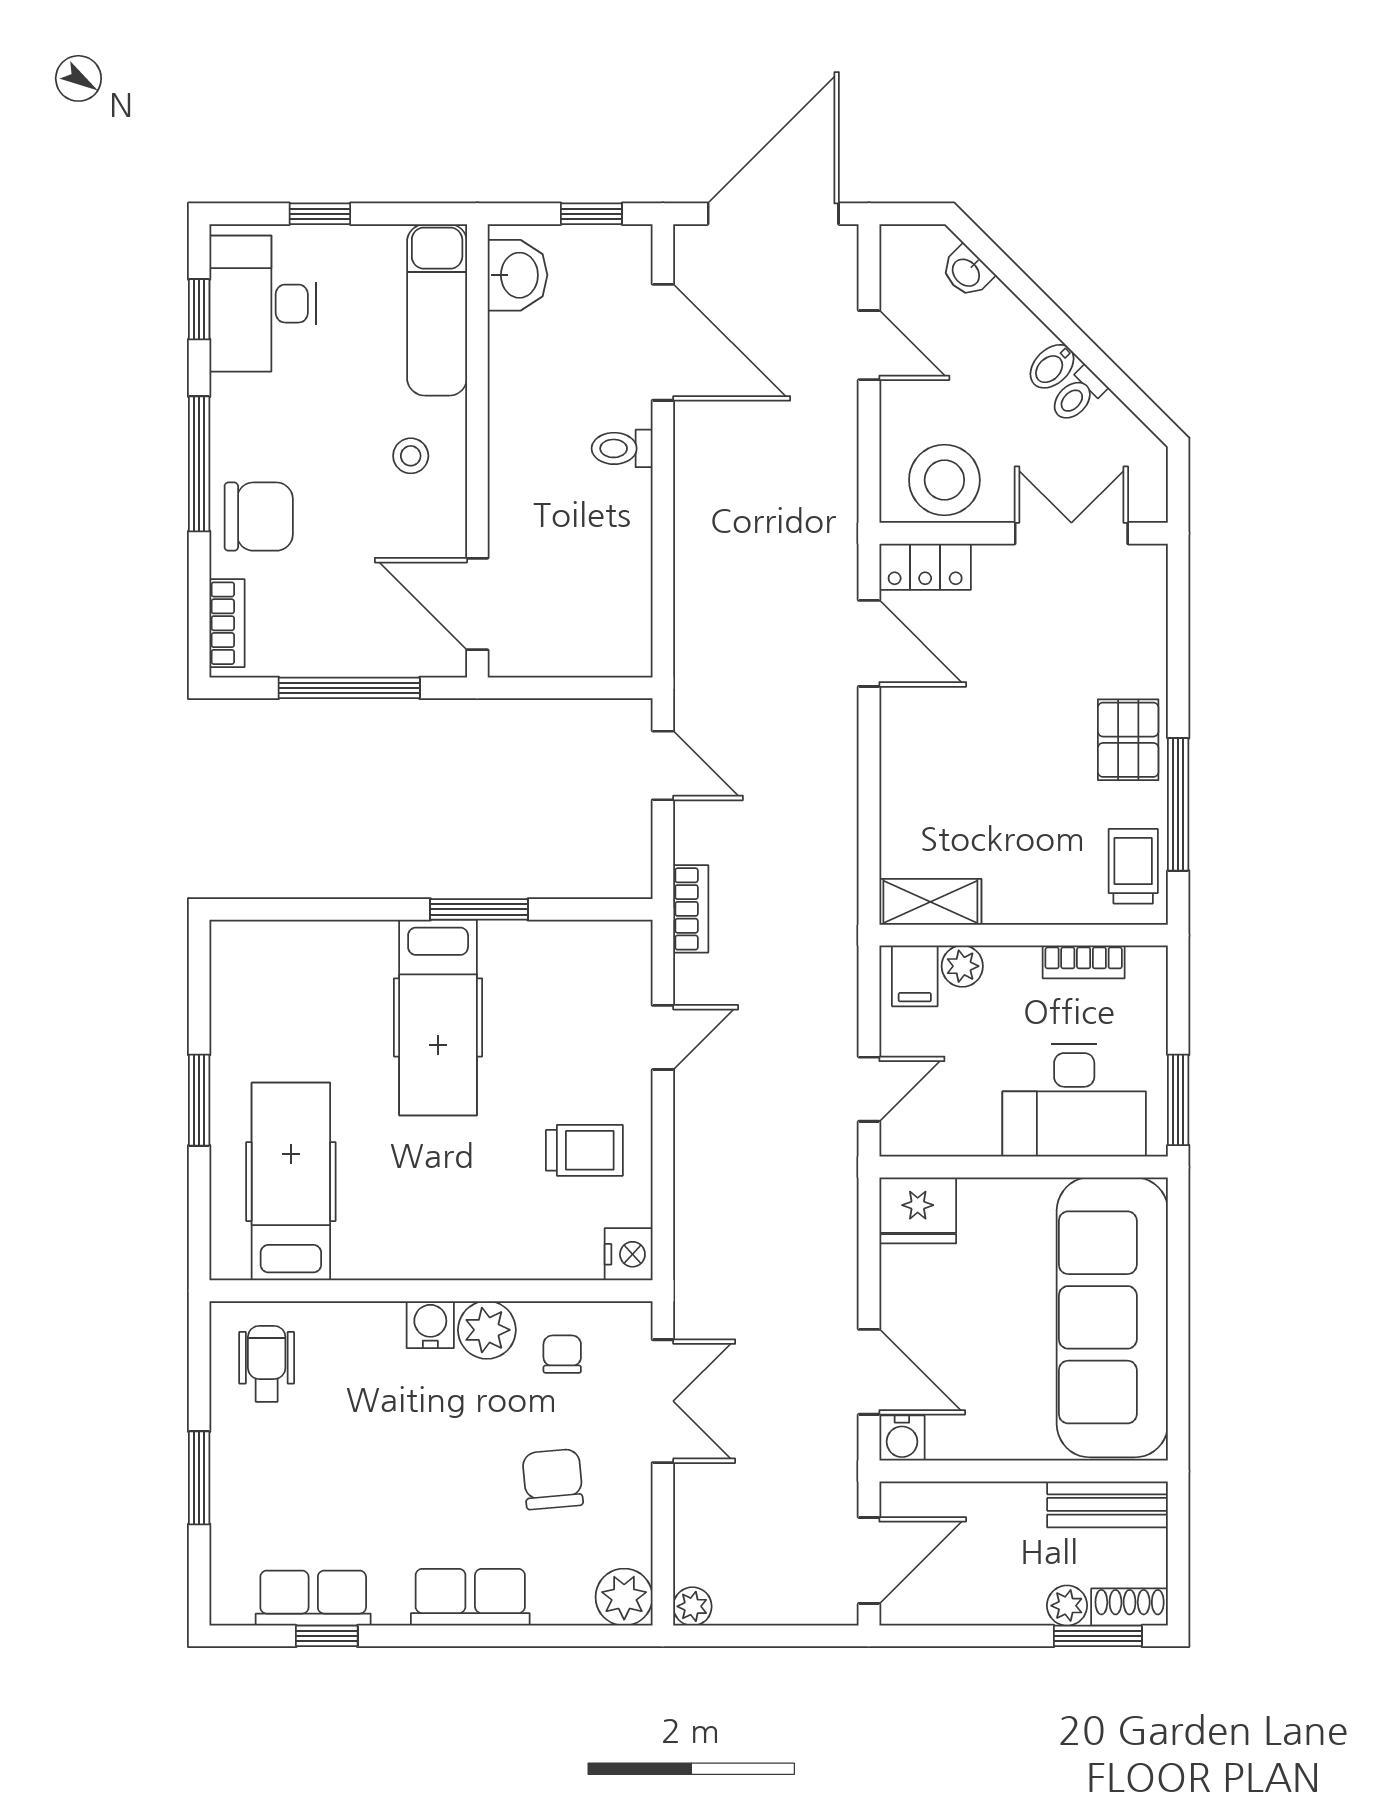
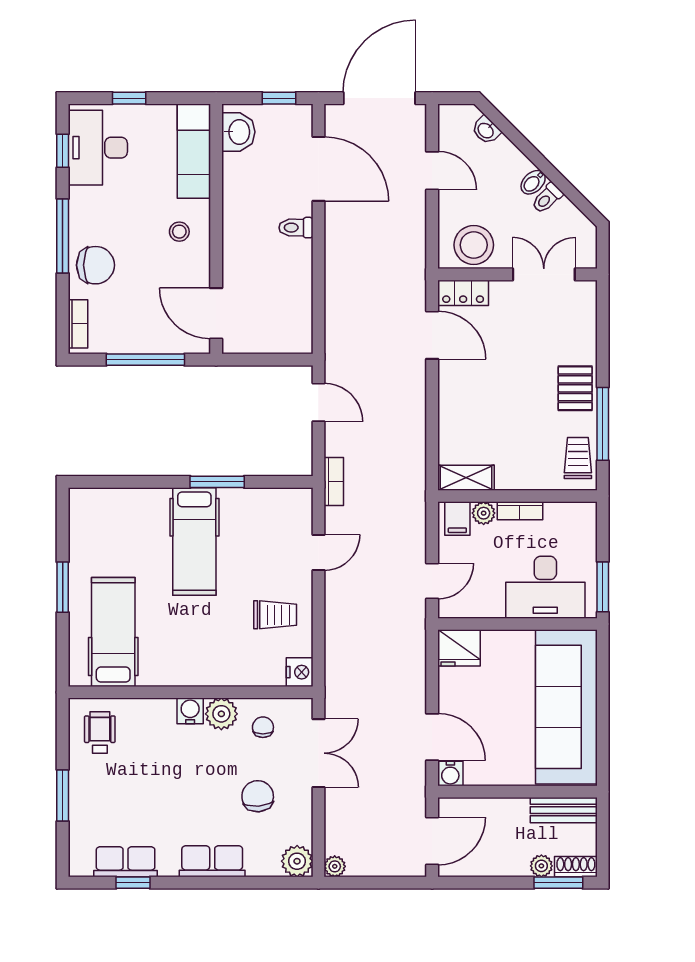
bookcase: (1084, 962) -> (520, 511), moved

